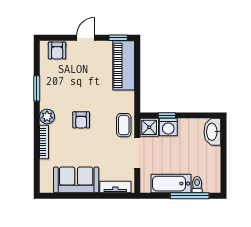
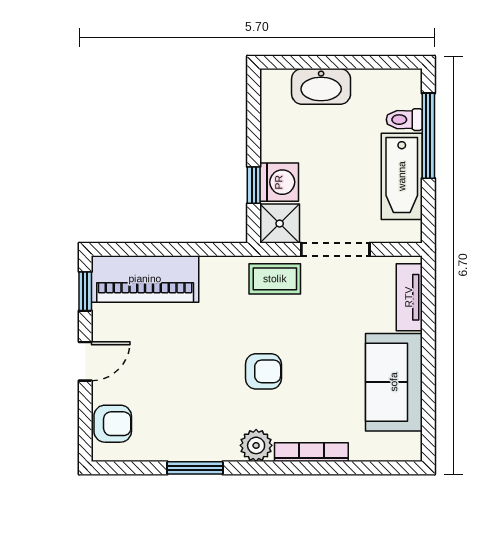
door: (86, 38) -> (85, 361), swing flipped
washbasin: (212, 132) -> (321, 86), moved

